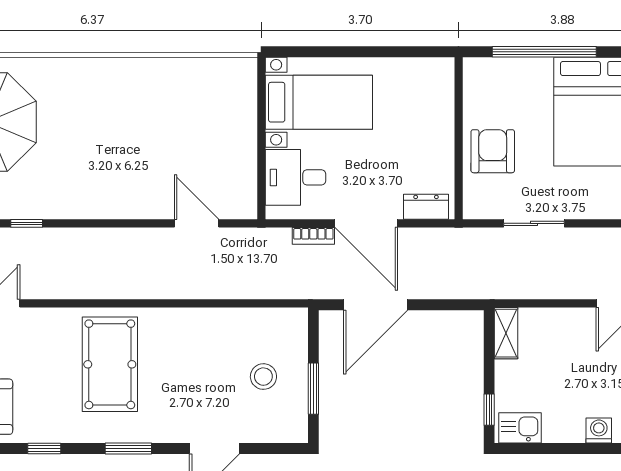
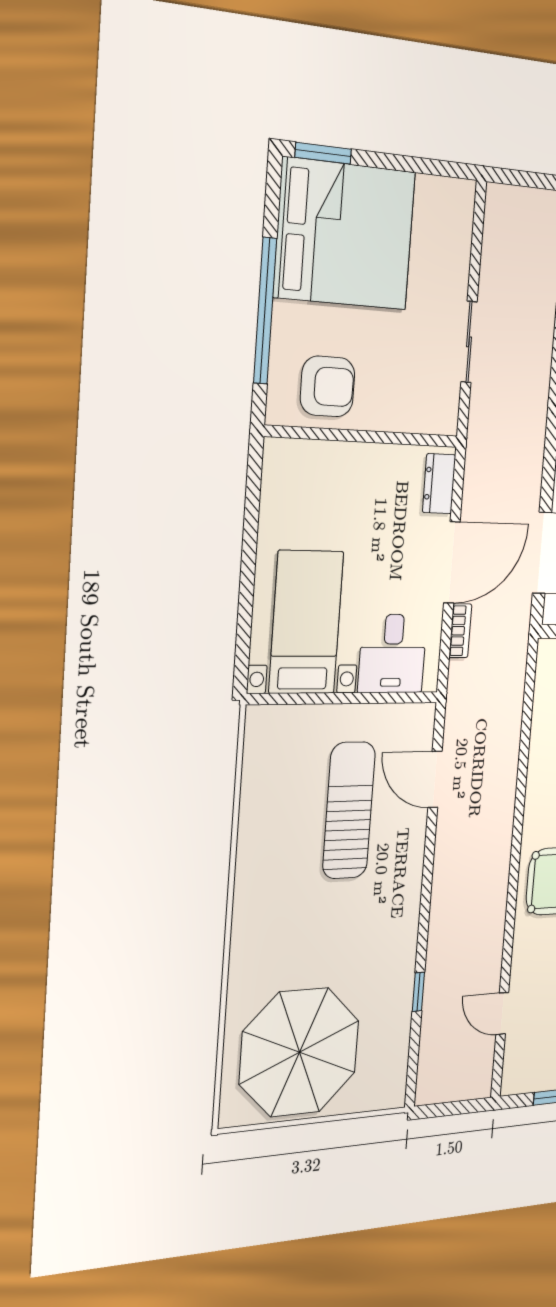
sun lounger: (175, 150) -> (349, 810), added
armchair: (493, 151) -> (327, 386), moved, turned 180
door: (197, 223) -> (435, 779), hinge flipped

